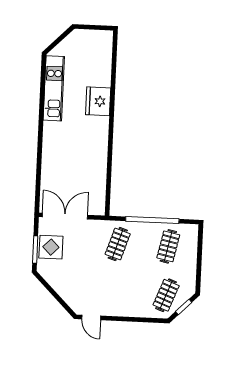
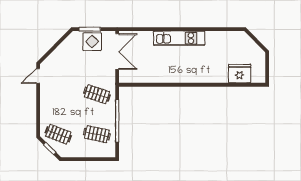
kitchen unit: (54, 88) -> (179, 38), moved
fridge: (98, 101) -> (240, 74), moved

